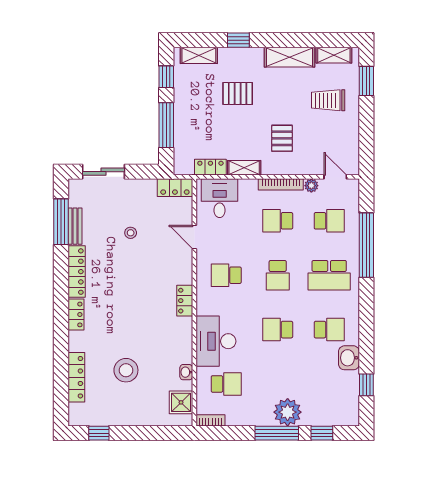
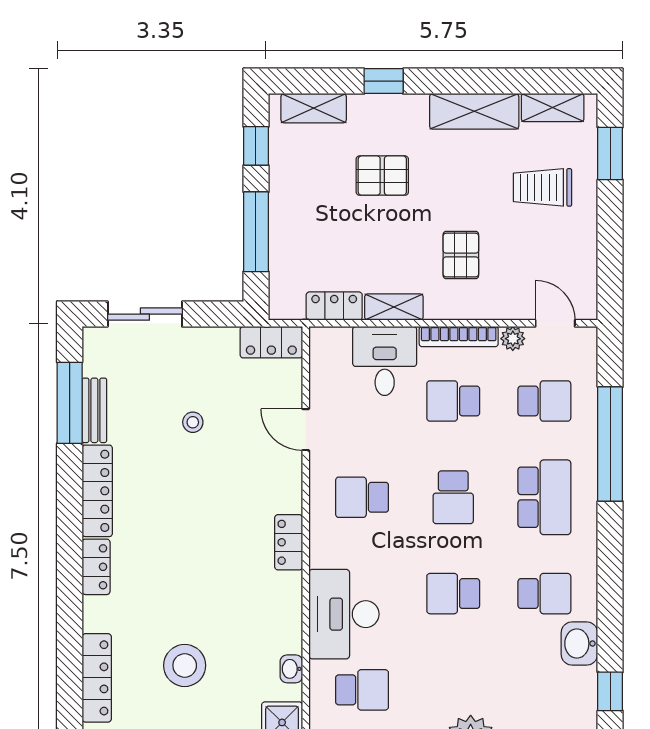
desk: (220, 198) -> (385, 361), moved
school desk: (329, 275) -> (544, 497), turned -90

